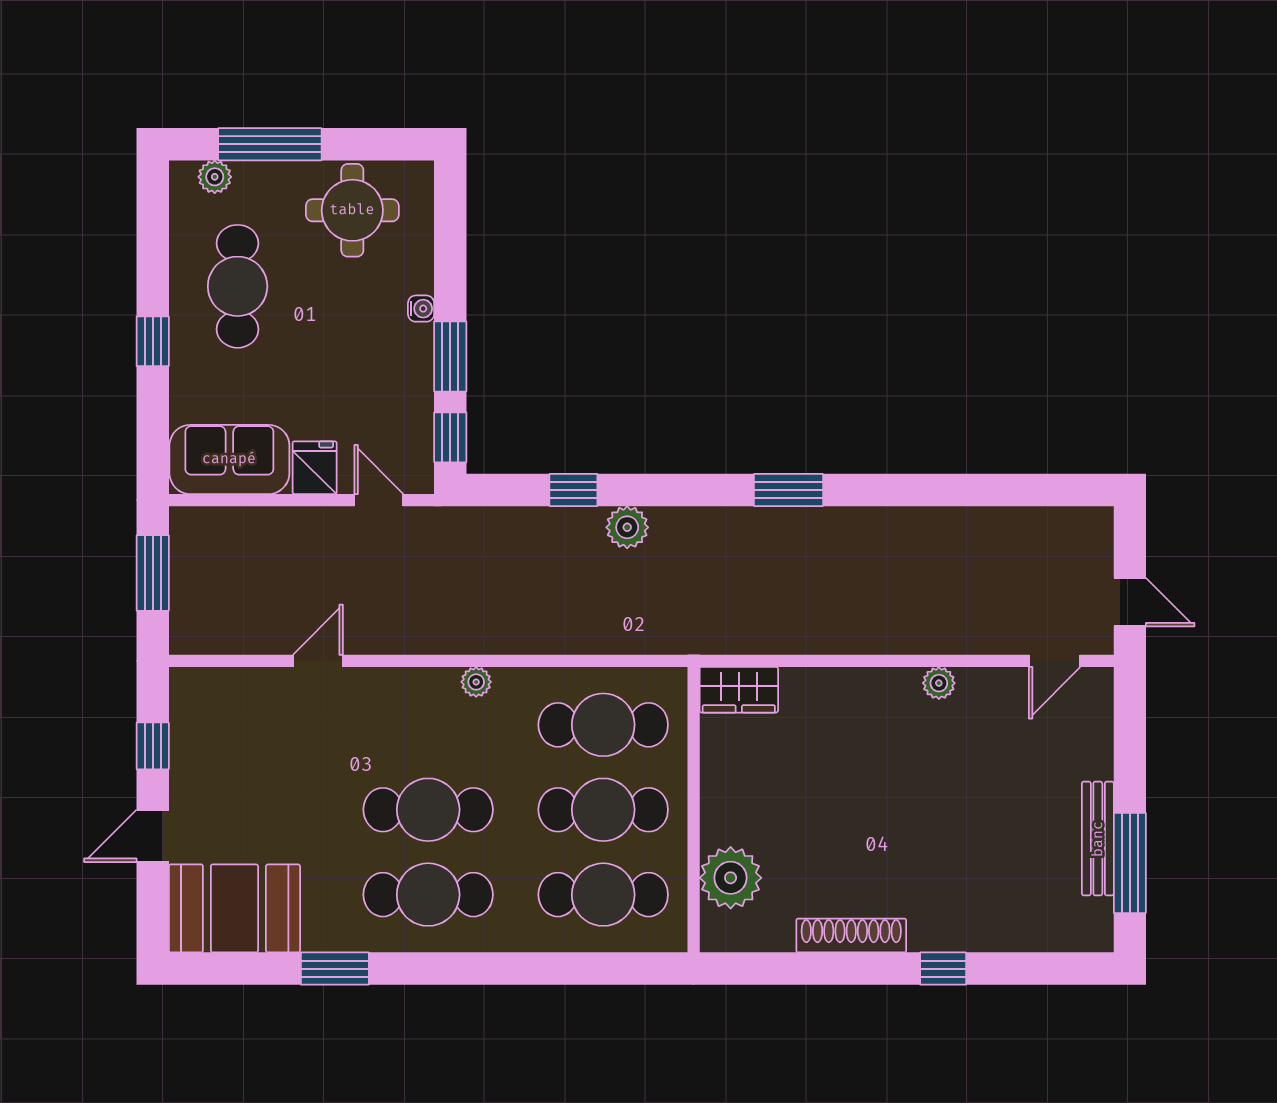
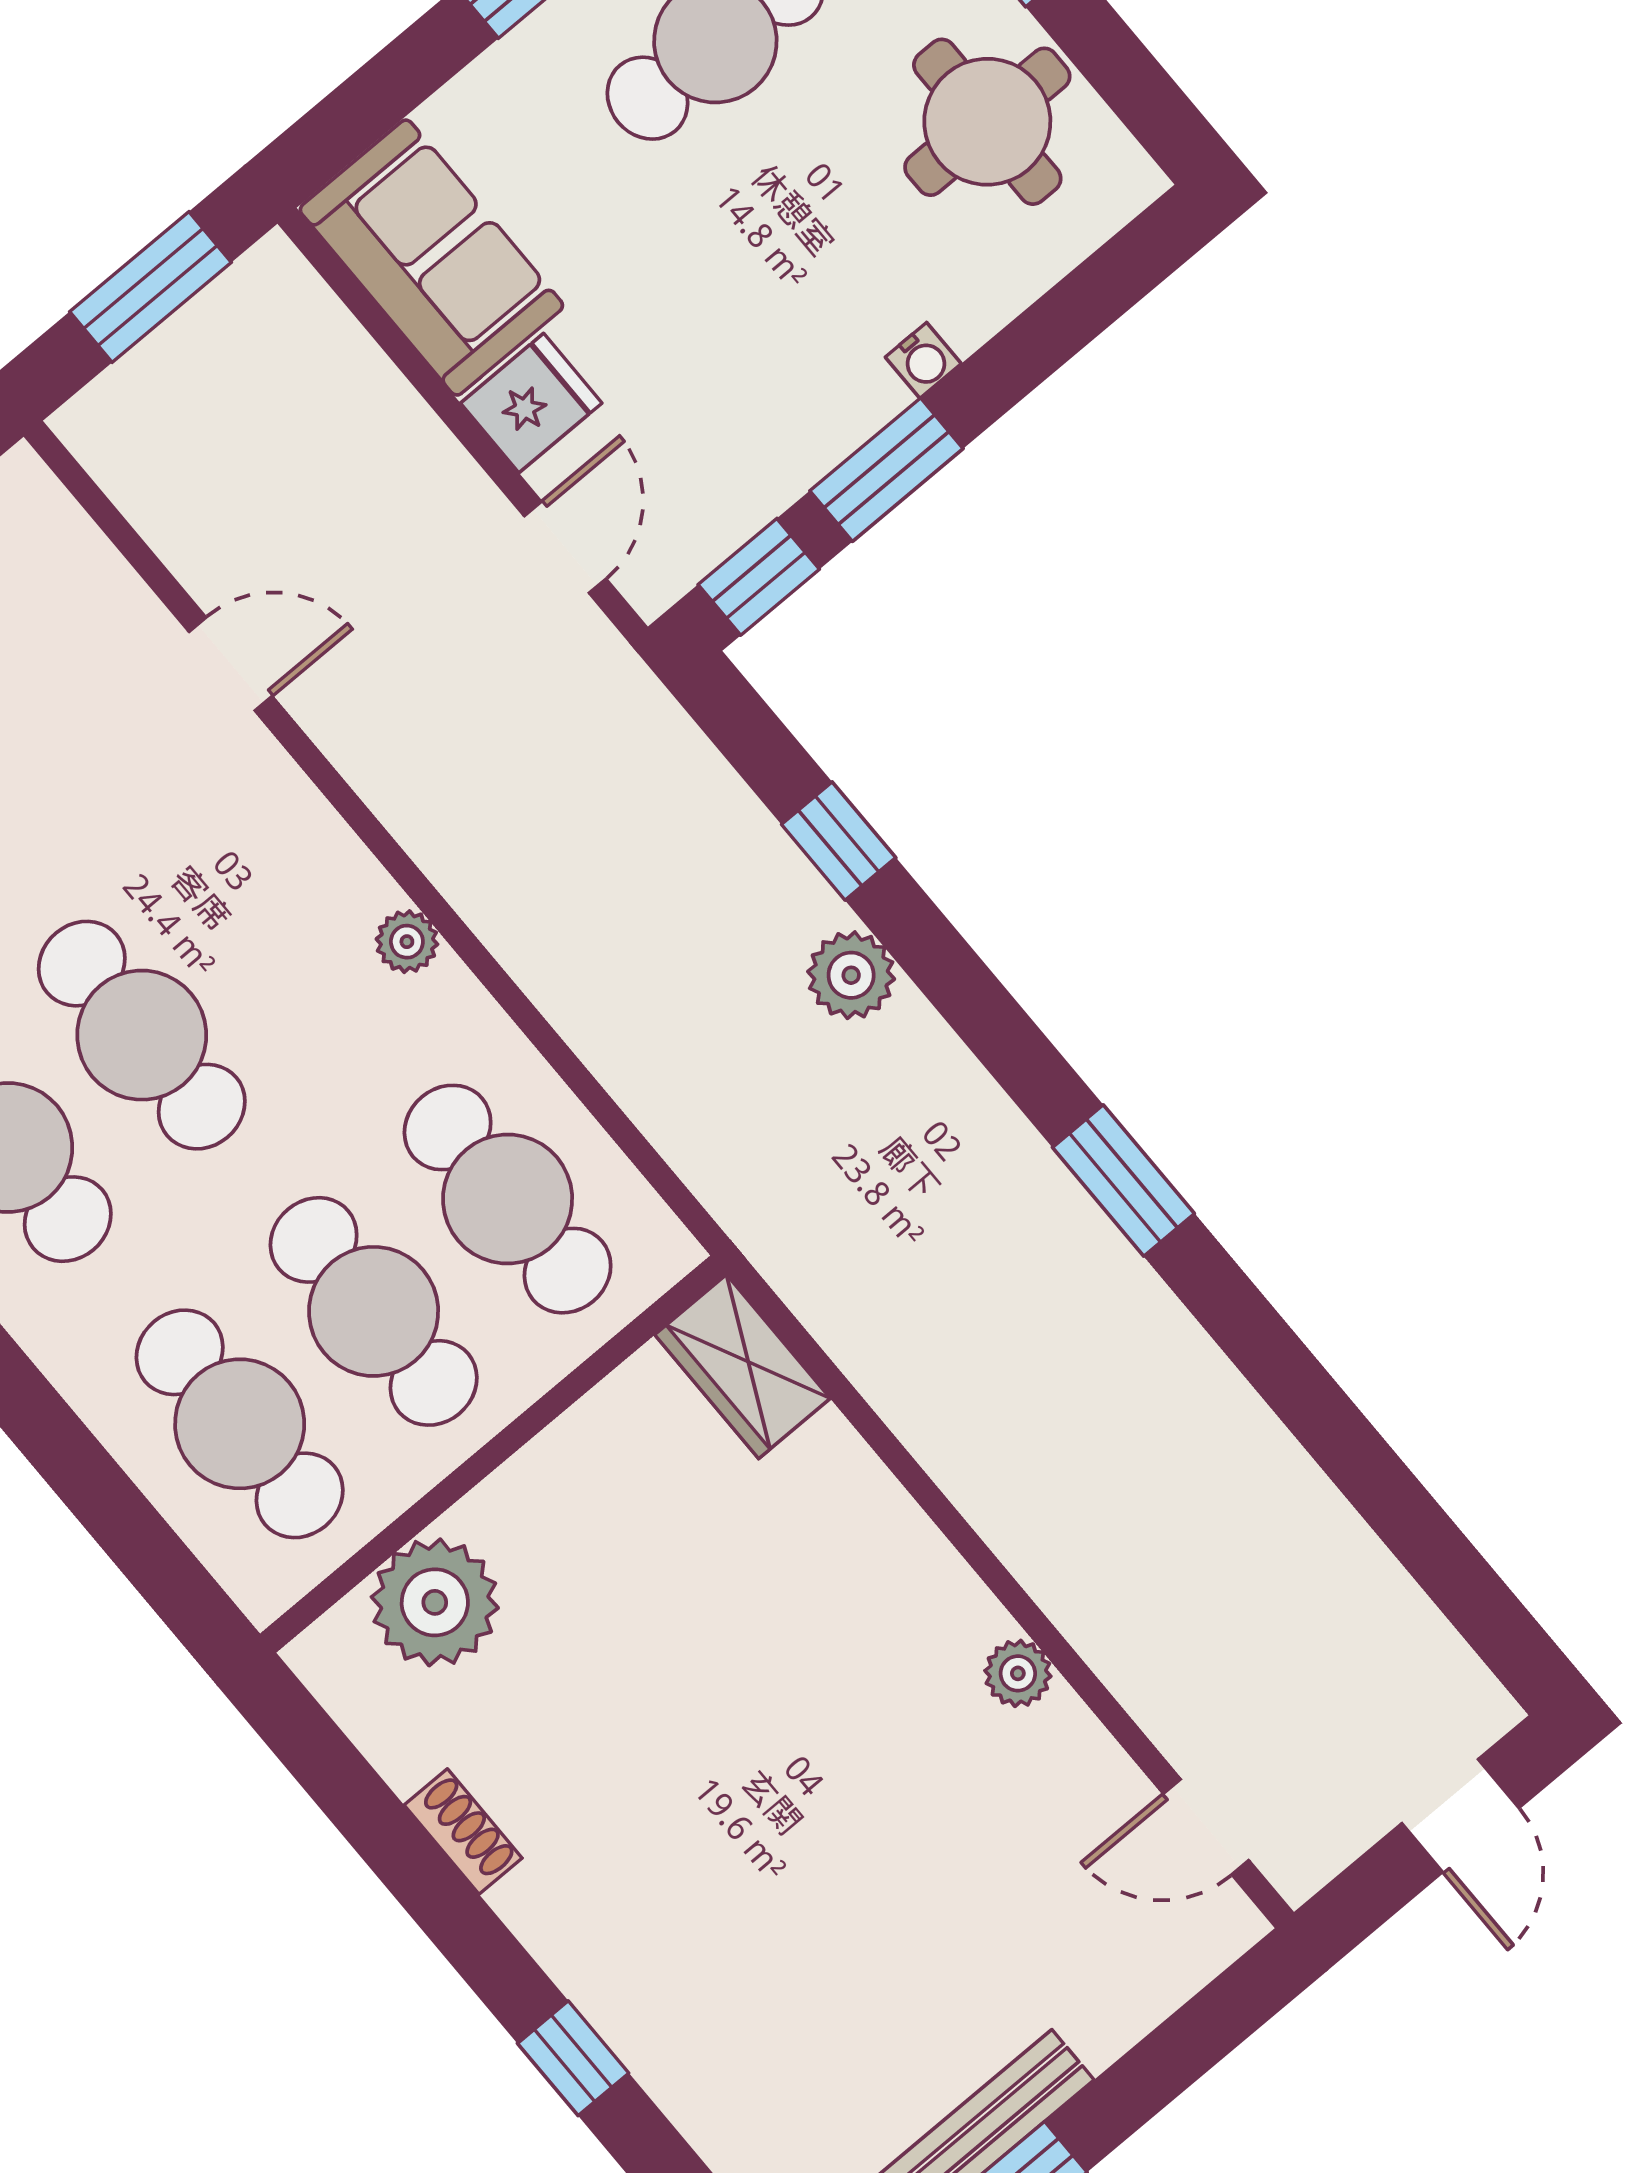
door: (1130, 602) -> (1460, 1816), moved
shoe rack: (851, 935) -> (463, 1832), width x0.51, depth x0.81

